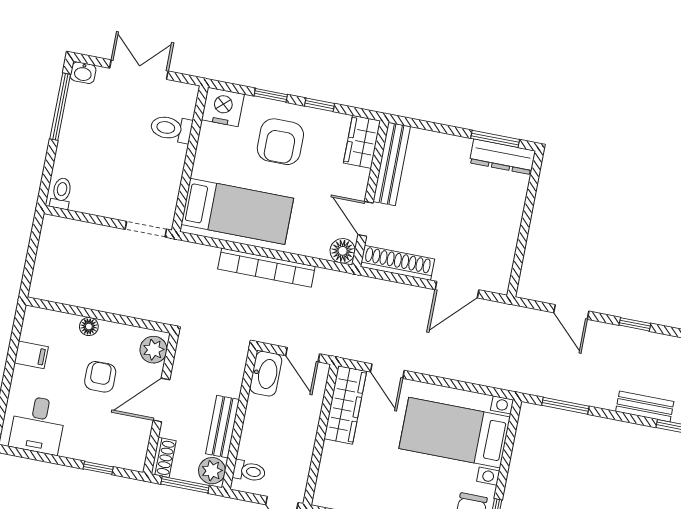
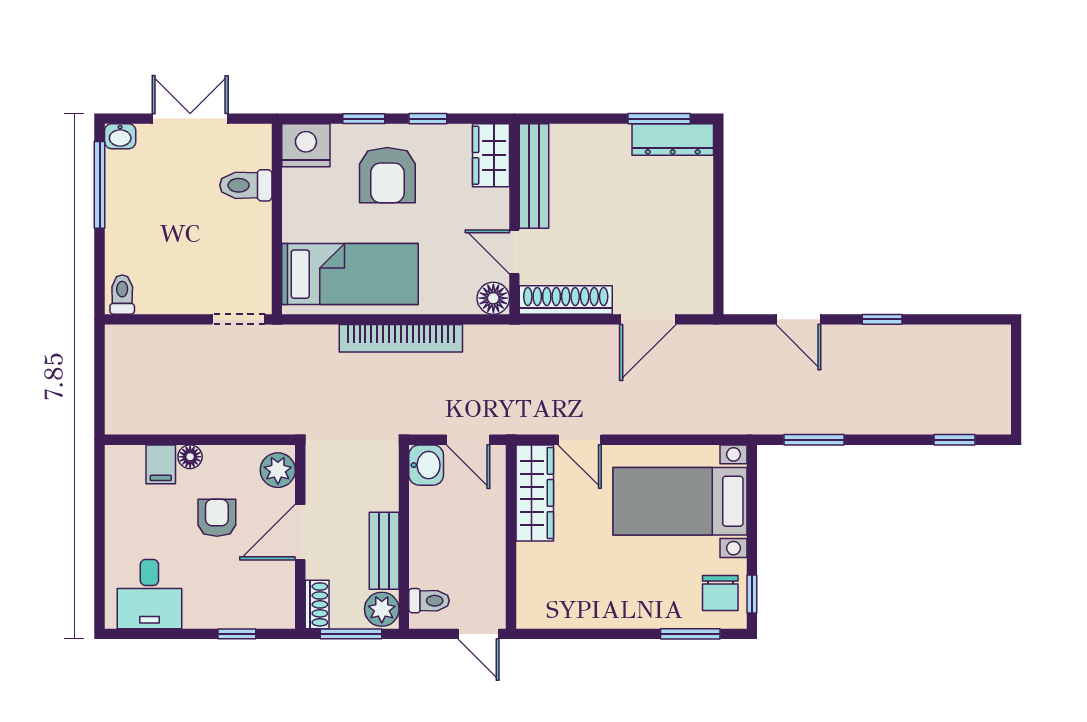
filing cabinet: (31, 355) -> (161, 464), moved, turned 90
washbasin: (266, 374) -> (426, 465), width x0.72
bench: (645, 406) -> (915, 421), removed

